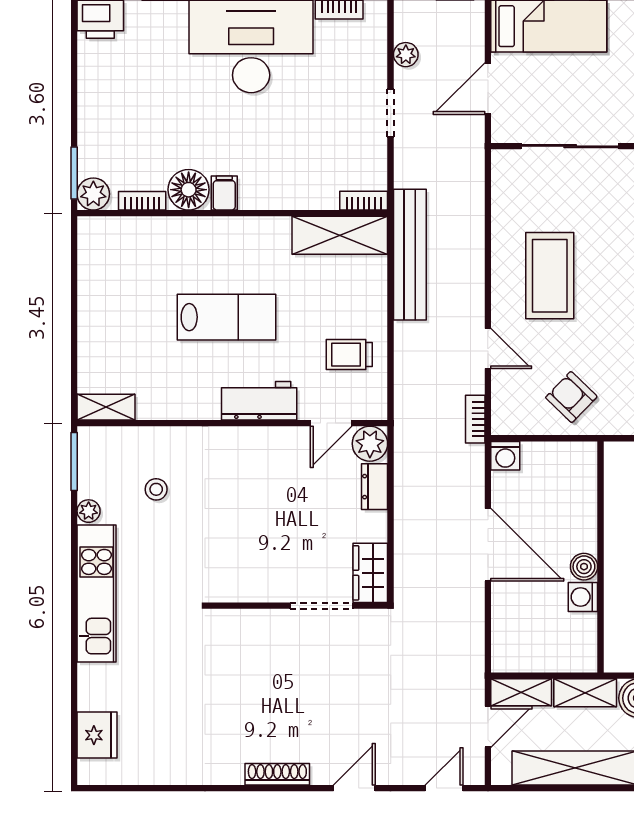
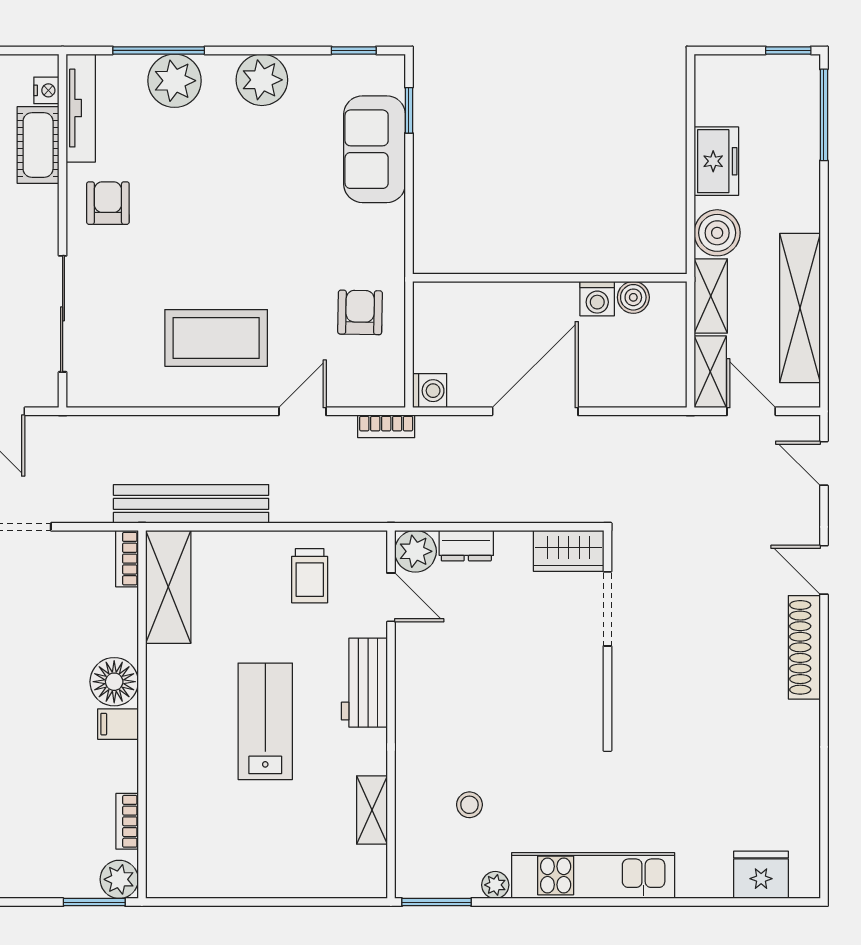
floor lamp: (189, 190) -> (114, 682), moved
armchair: (571, 397) -> (360, 312), turned 137
shelving: (106, 407) -> (372, 810), moved
boiler: (584, 567) -> (633, 297), moved
shoe rack: (277, 774) -> (804, 647), width x1.36, depth x1.24

